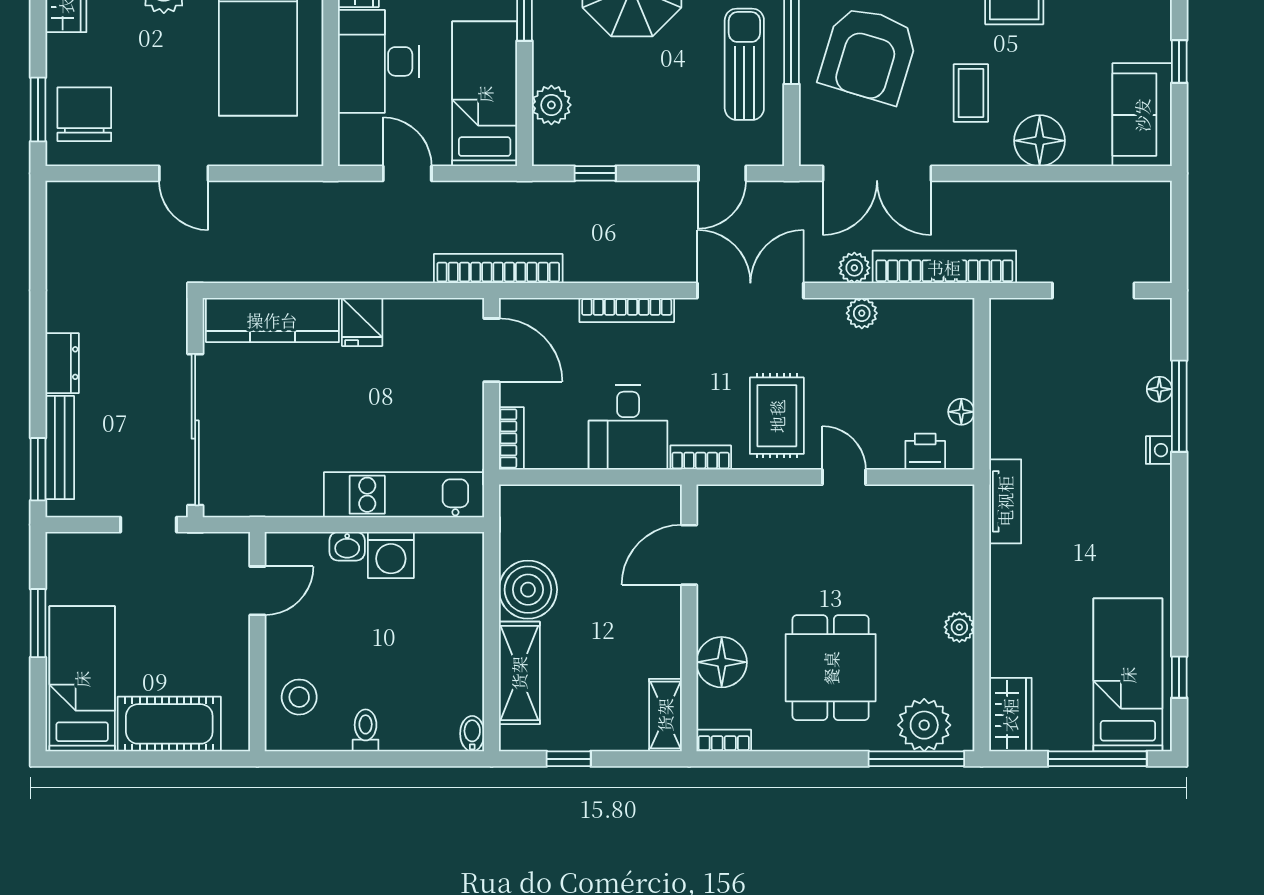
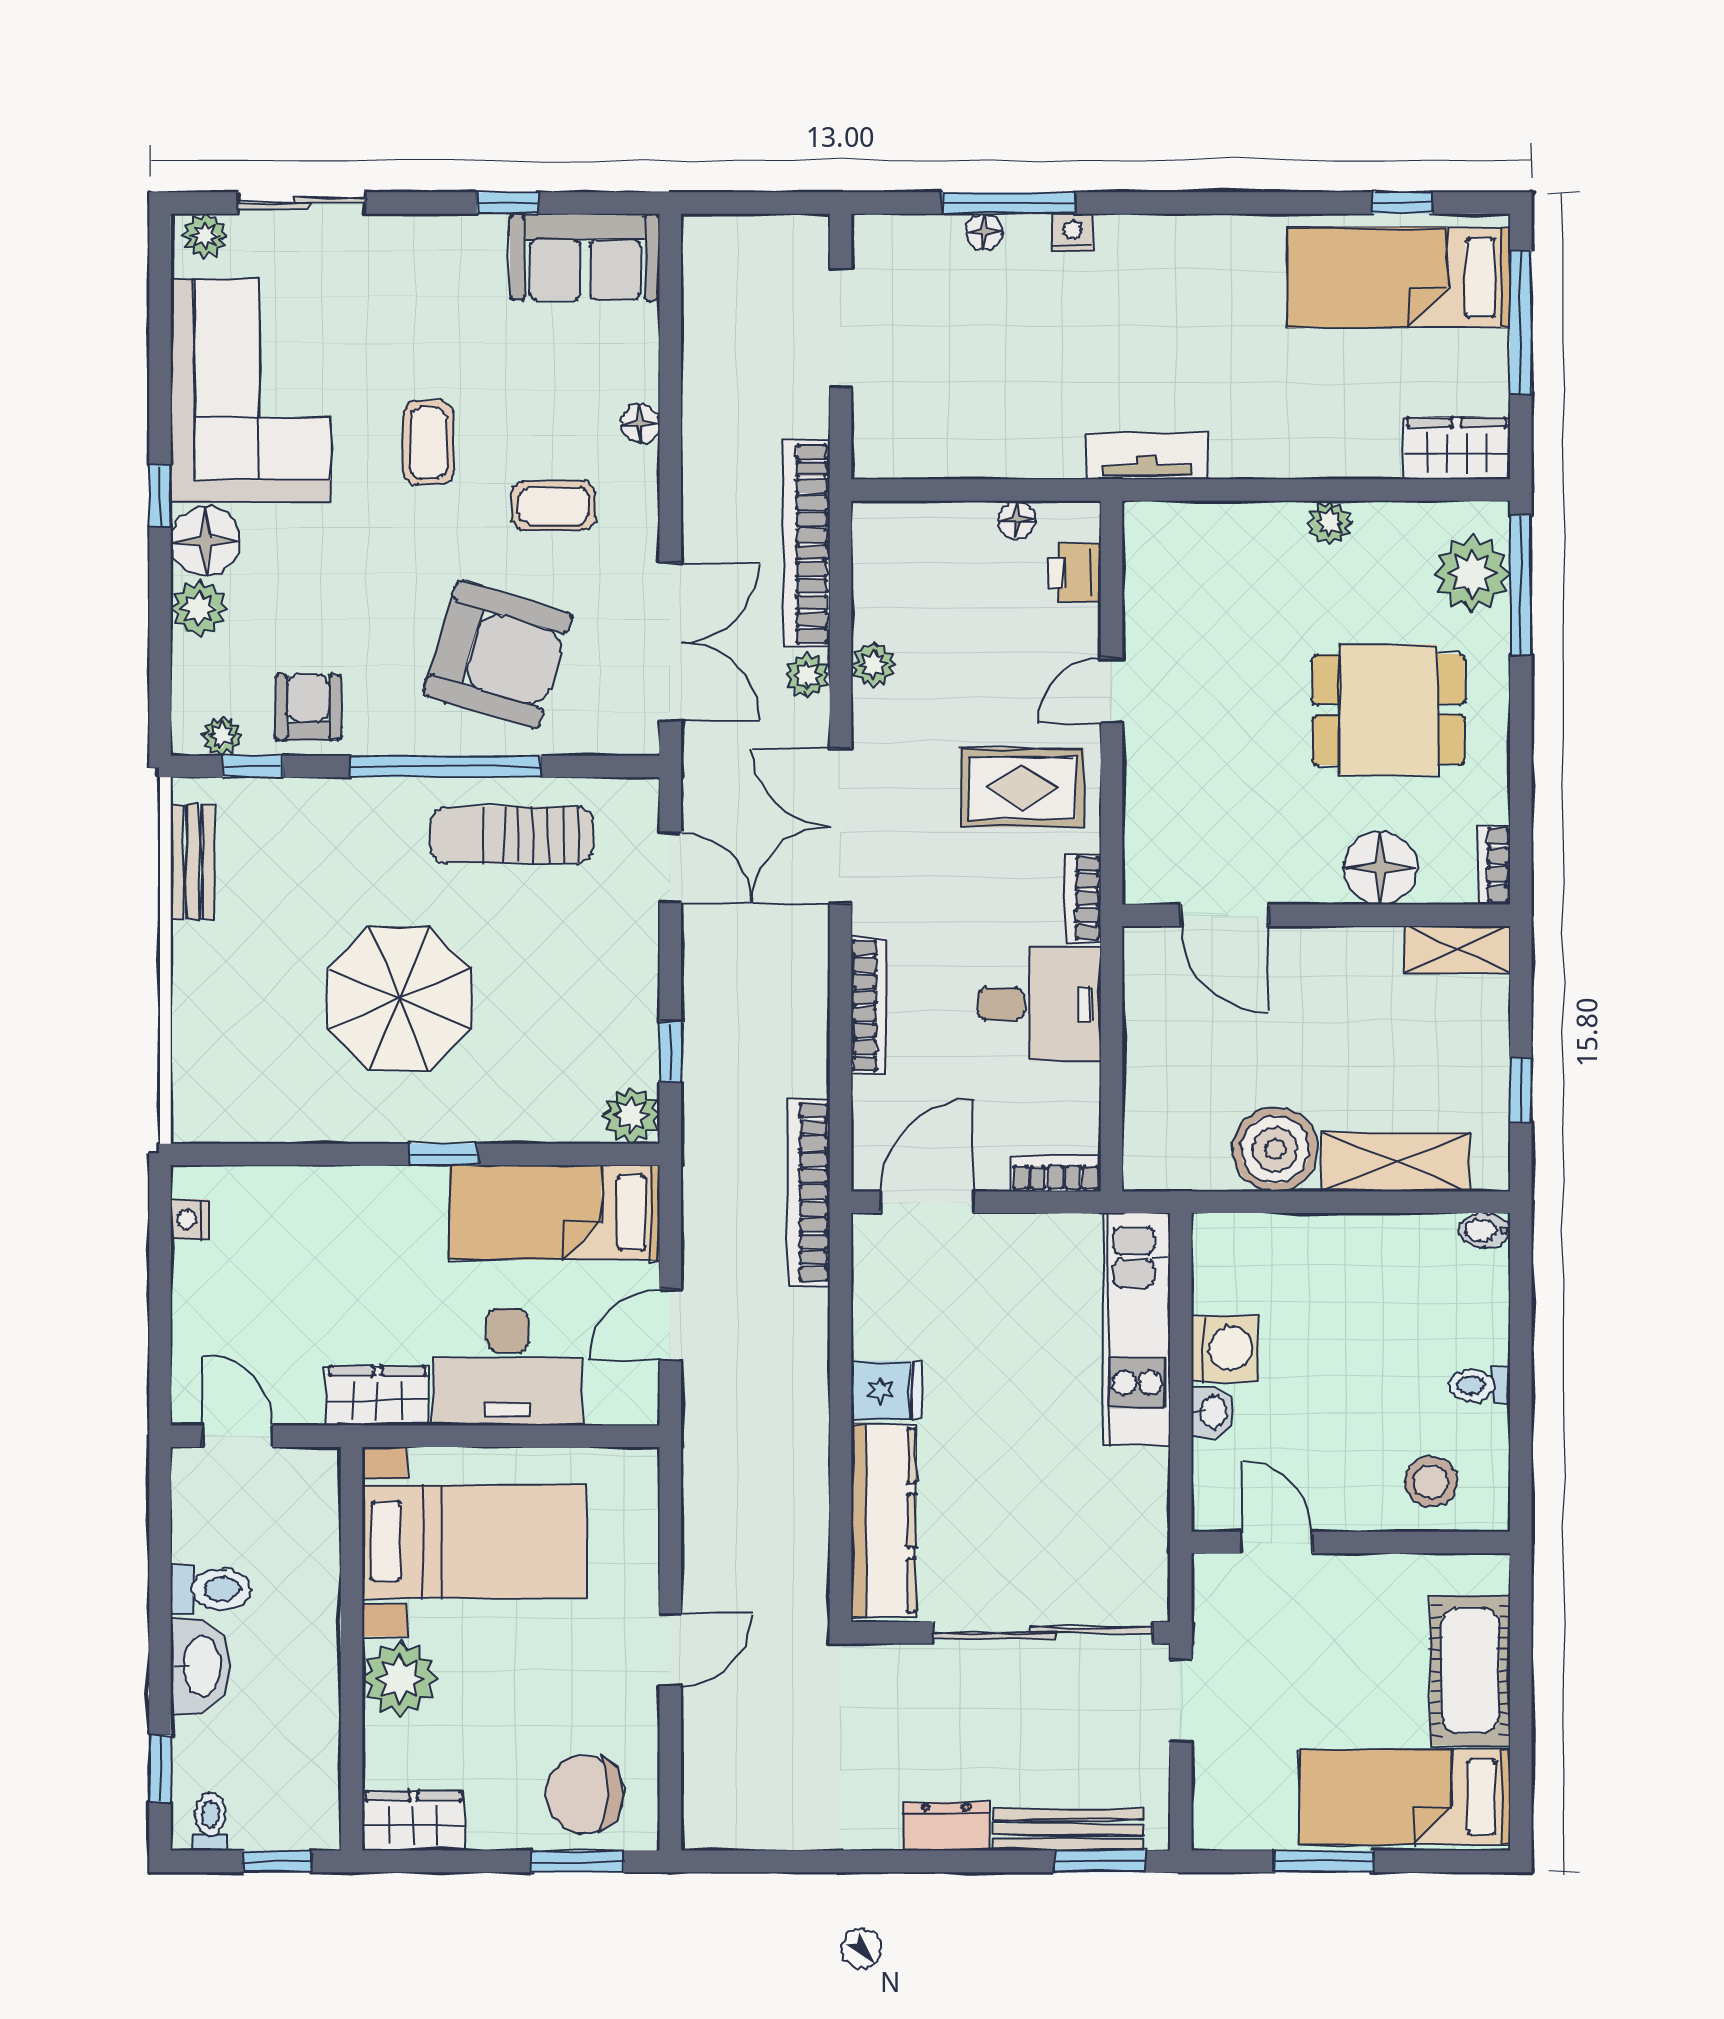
plant: (551, 105) -> (631, 1115), moved
floor lamp: (1040, 141) -> (640, 423), width x0.53, depth x0.53

